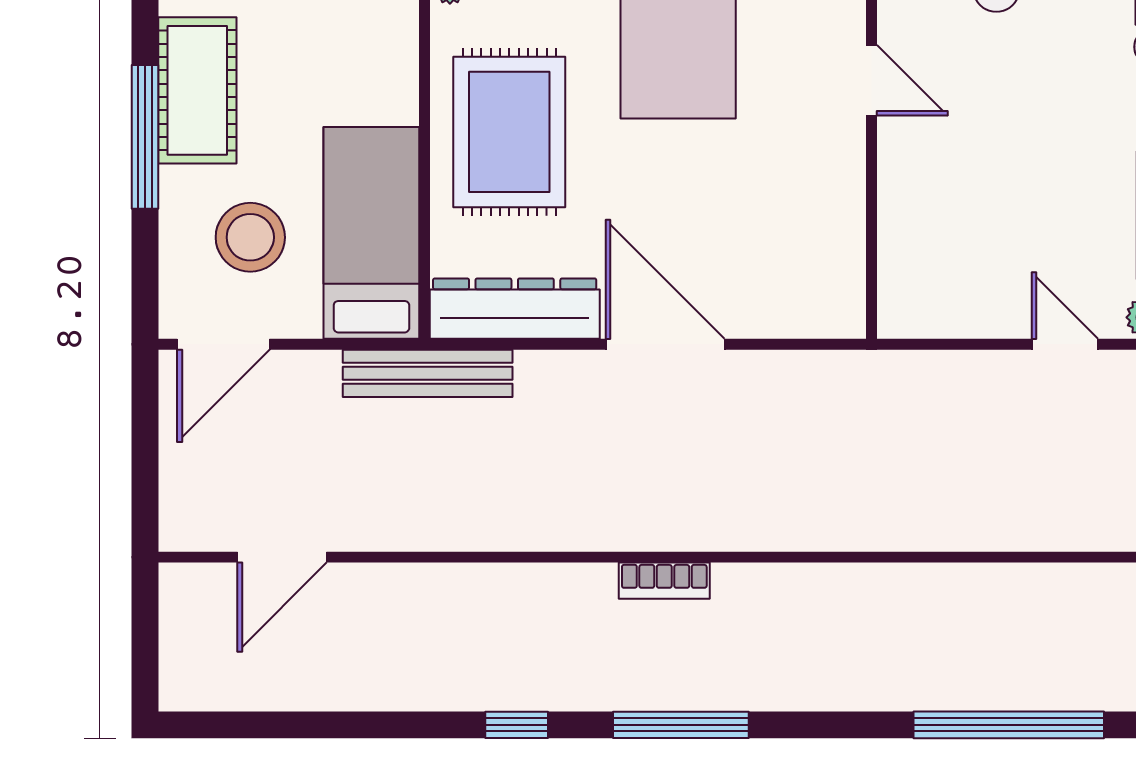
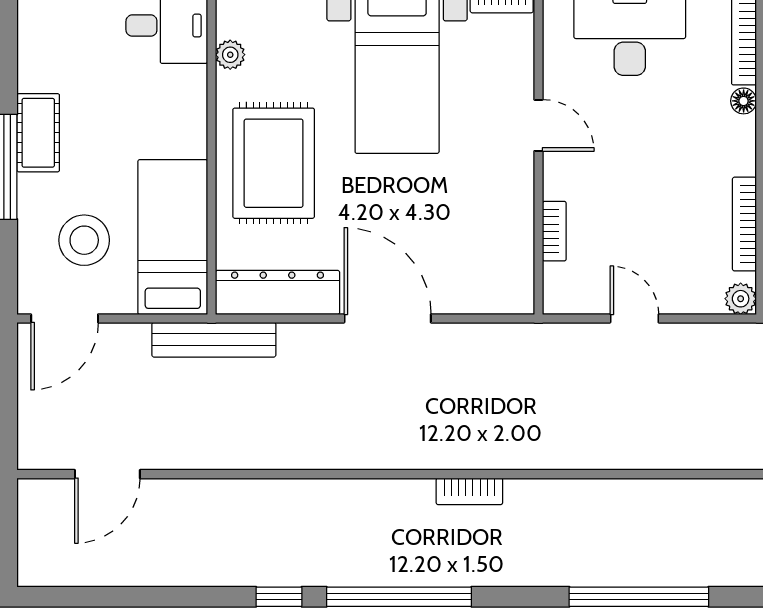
cot: (197, 90) -> (38, 133), width x0.73, depth x0.75
bookcase: (893, 225) -> (554, 231), added
door: (1065, 344) -> (634, 318), moved
bookcase: (664, 581) -> (469, 491), moved
window: (681, 725) -> (399, 597), width x1.46

